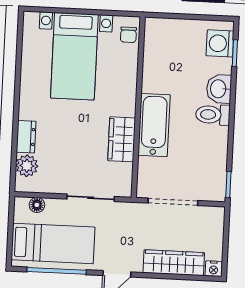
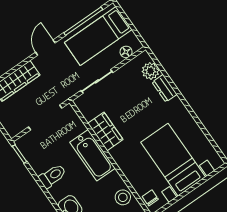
stool: (156, 57) -> (123, 197), added
toilet: (213, 115) -> (53, 176), moved

